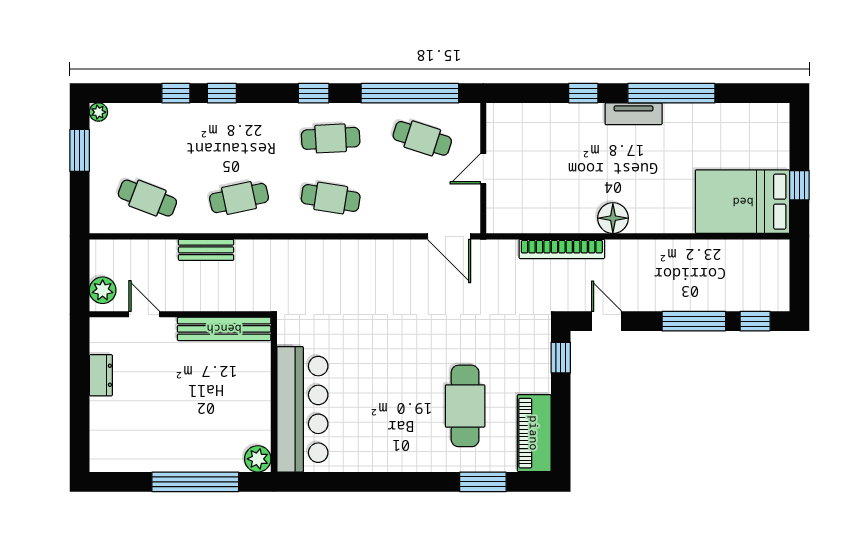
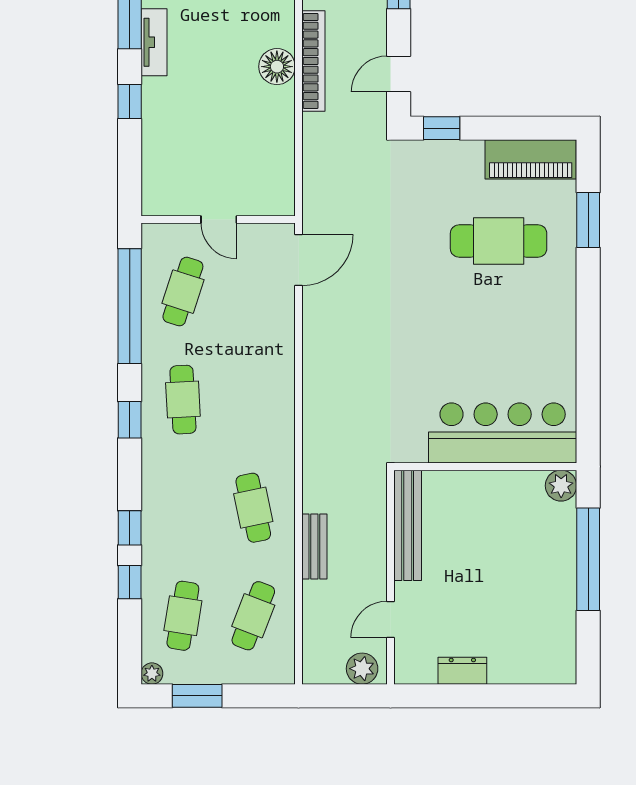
cafe table: (331, 198) -> (183, 616), moved
bookcase: (562, 249) -> (313, 61), moved

